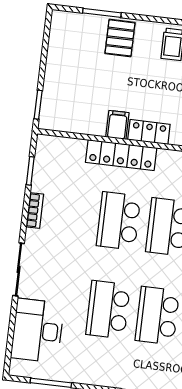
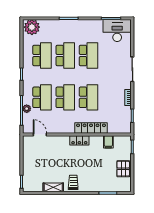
pallet: (120, 38) -> (123, 169), moved
filing cabinet: (117, 125) -> (108, 142), moved
desk: (37, 331) -> (117, 30), moved, turned -90

